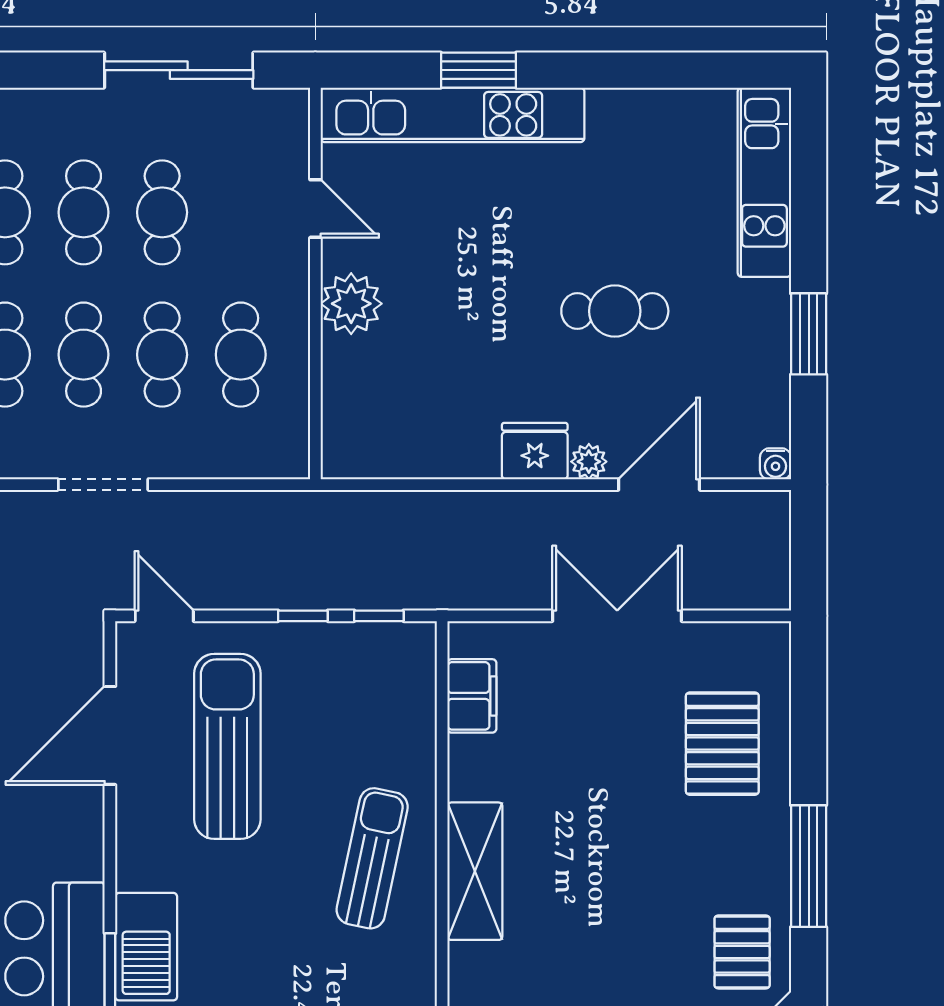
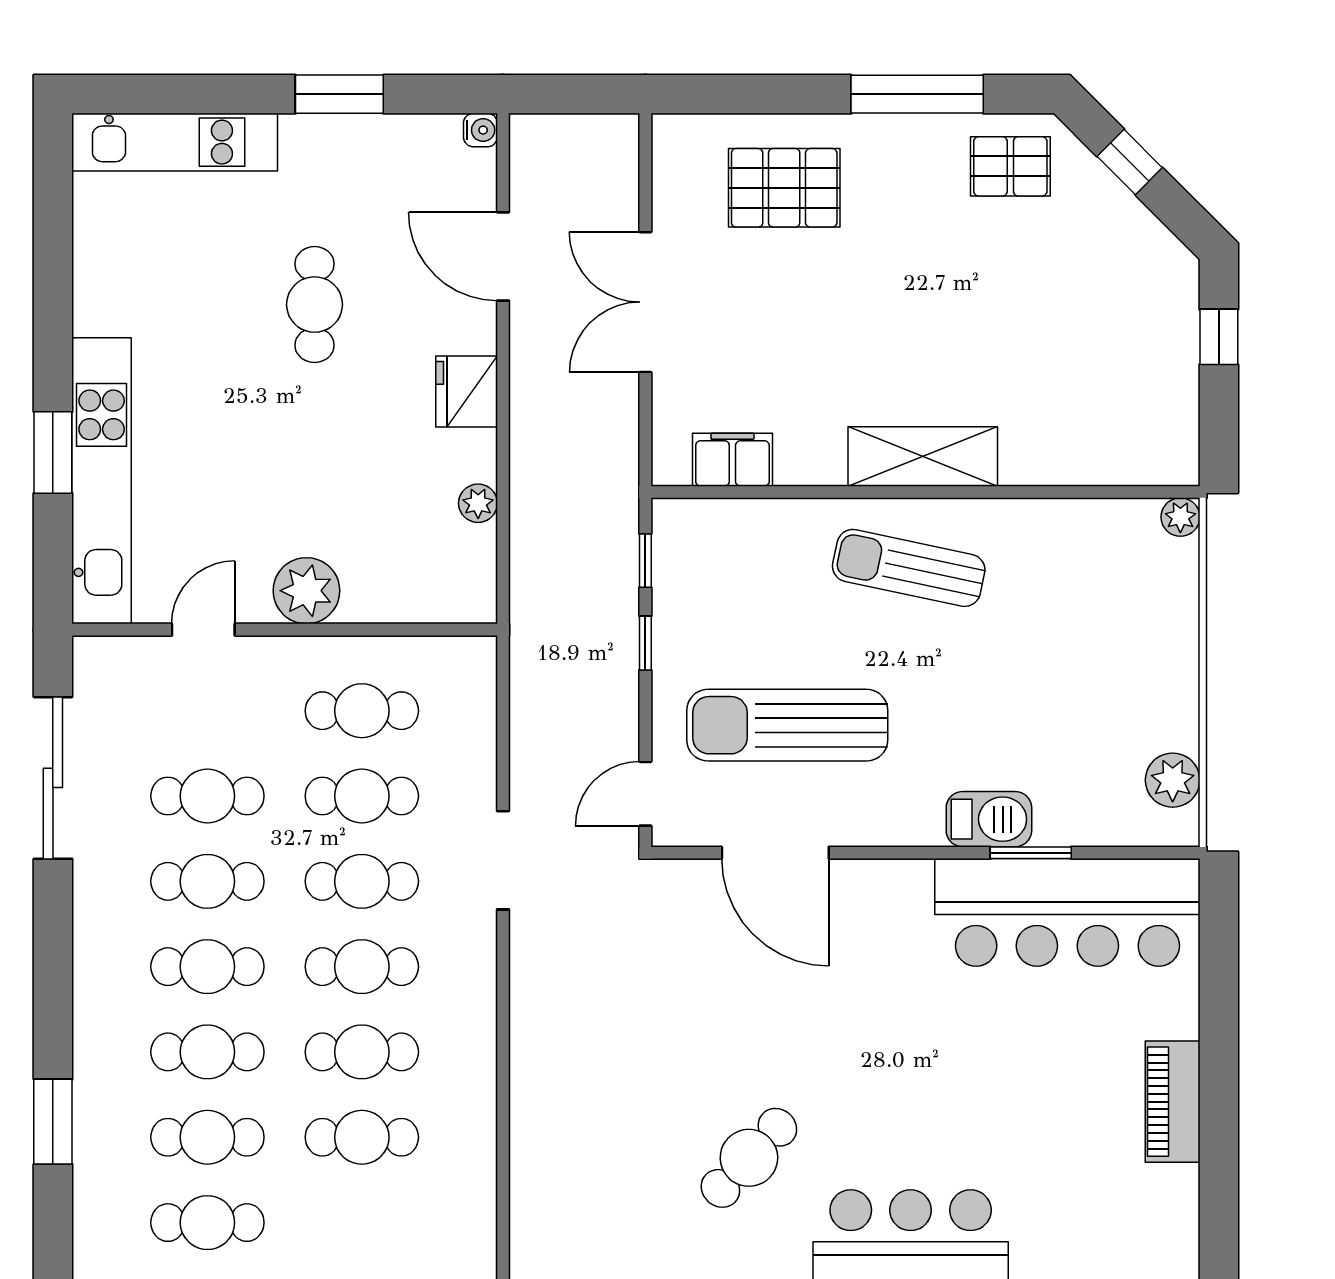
plant: (589, 462) -> (478, 503), moved
barbecue: (146, 947) -> (989, 819), width x0.73, depth x0.83

